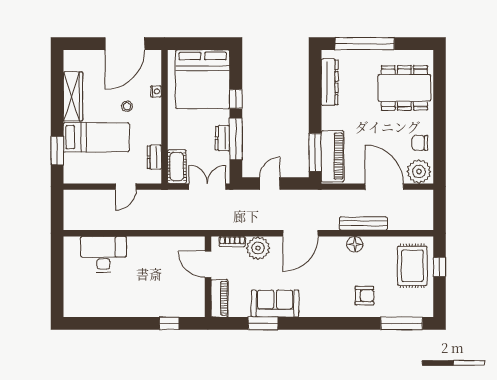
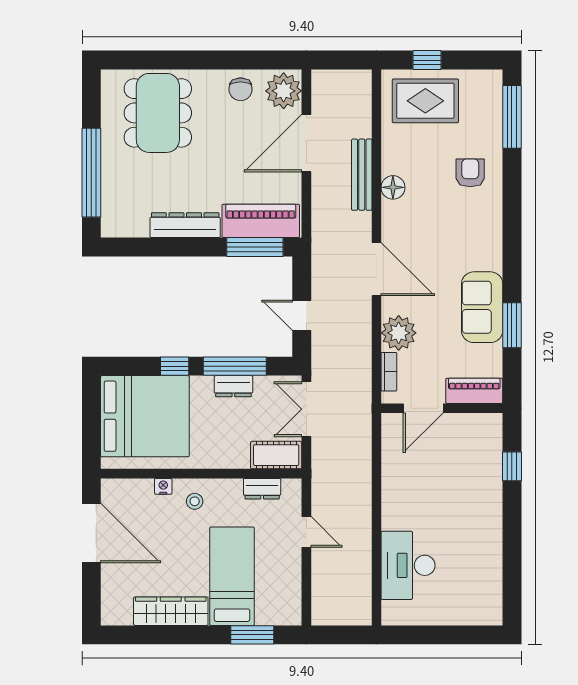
dresser: (330, 82) -> (185, 225), moved
stool: (127, 106) -> (195, 501), moved

